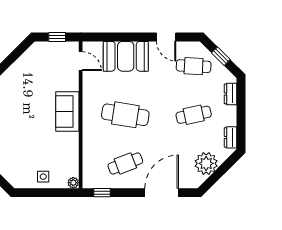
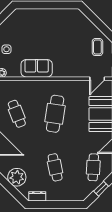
coffee table: (40, 61) -> (97, 47), added
dresser: (230, 94) -> (71, 196), removed
sofa: (67, 111) -> (37, 68), moved

